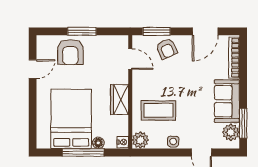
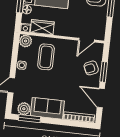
window: (157, 31) -> (104, 72), moved
wardrobe: (120, 100) -> (42, 27), moved

